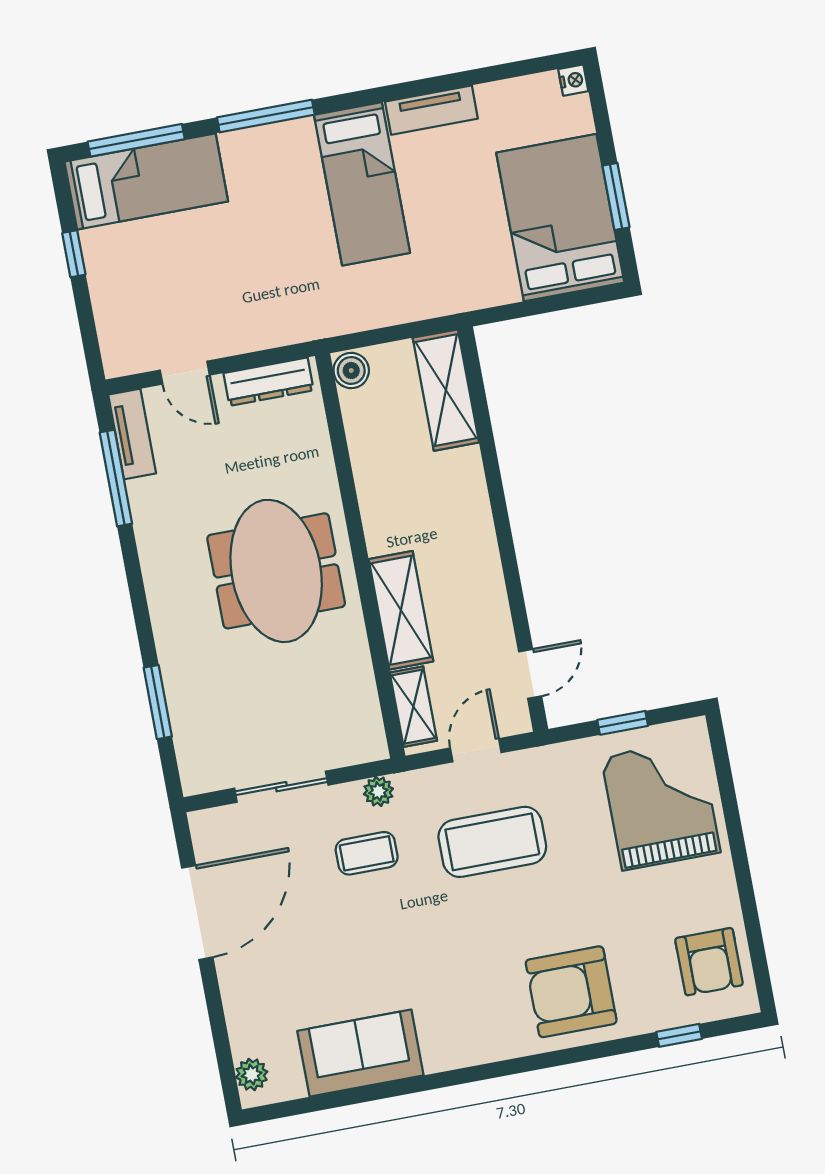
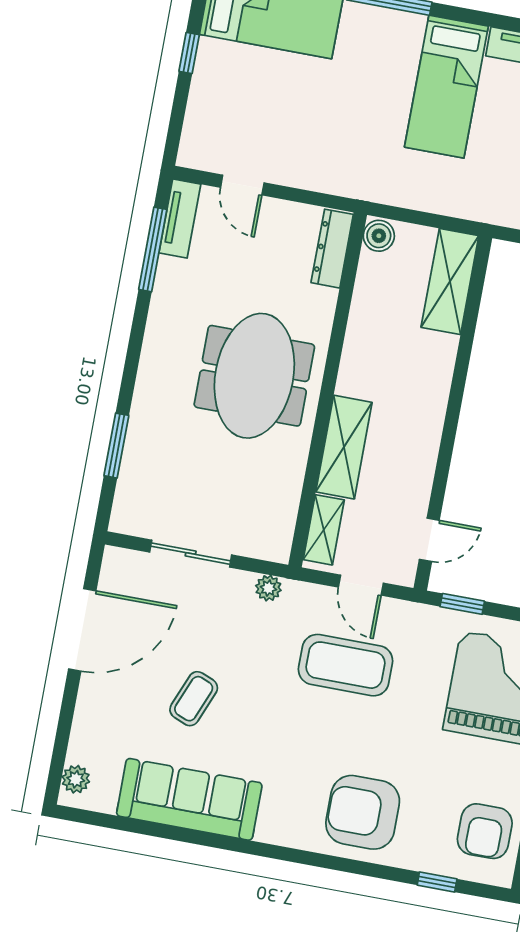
dresser: (269, 382) -> (332, 249), moved, turned 90
window: (623, 723) -> (462, 604), moved
door: (476, 750) -> (361, 585), swing flipped
coffee table: (367, 853) -> (194, 699), moved, turned -68
sofa: (360, 1053) -> (189, 799), width x1.36

